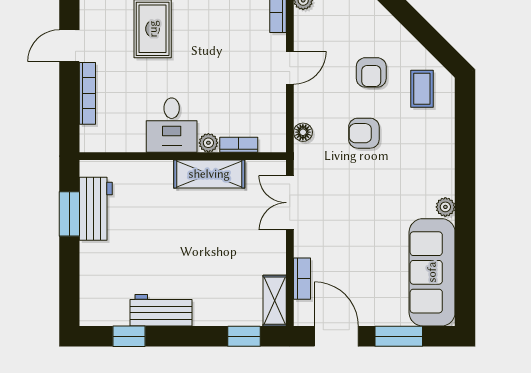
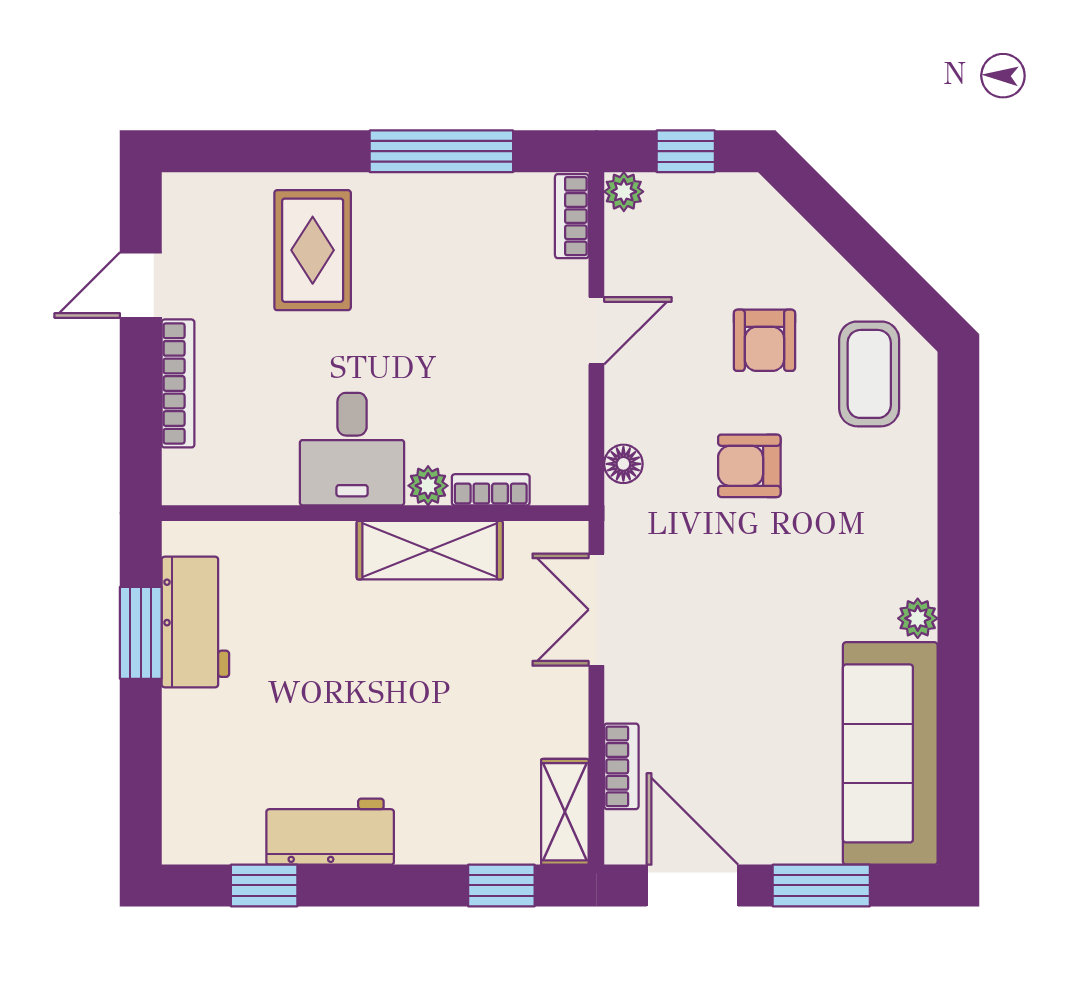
coffee table: (422, 89) -> (869, 374), width x1.36, depth x1.30

